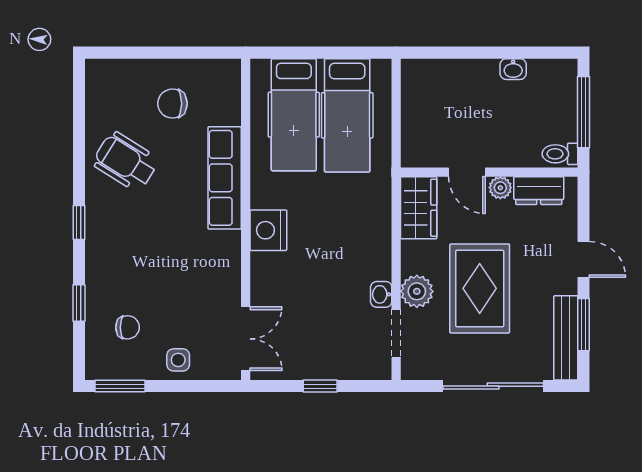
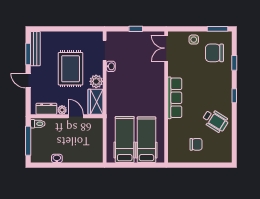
row of seats: (225, 178) -> (175, 98), moved
nightstand: (268, 230) -> (157, 93), removed
plant: (417, 291) -> (96, 81), moved
chair: (127, 327) -> (214, 53), width x1.87, depth x1.87
sliding door: (493, 386) -> (65, 29), removed

